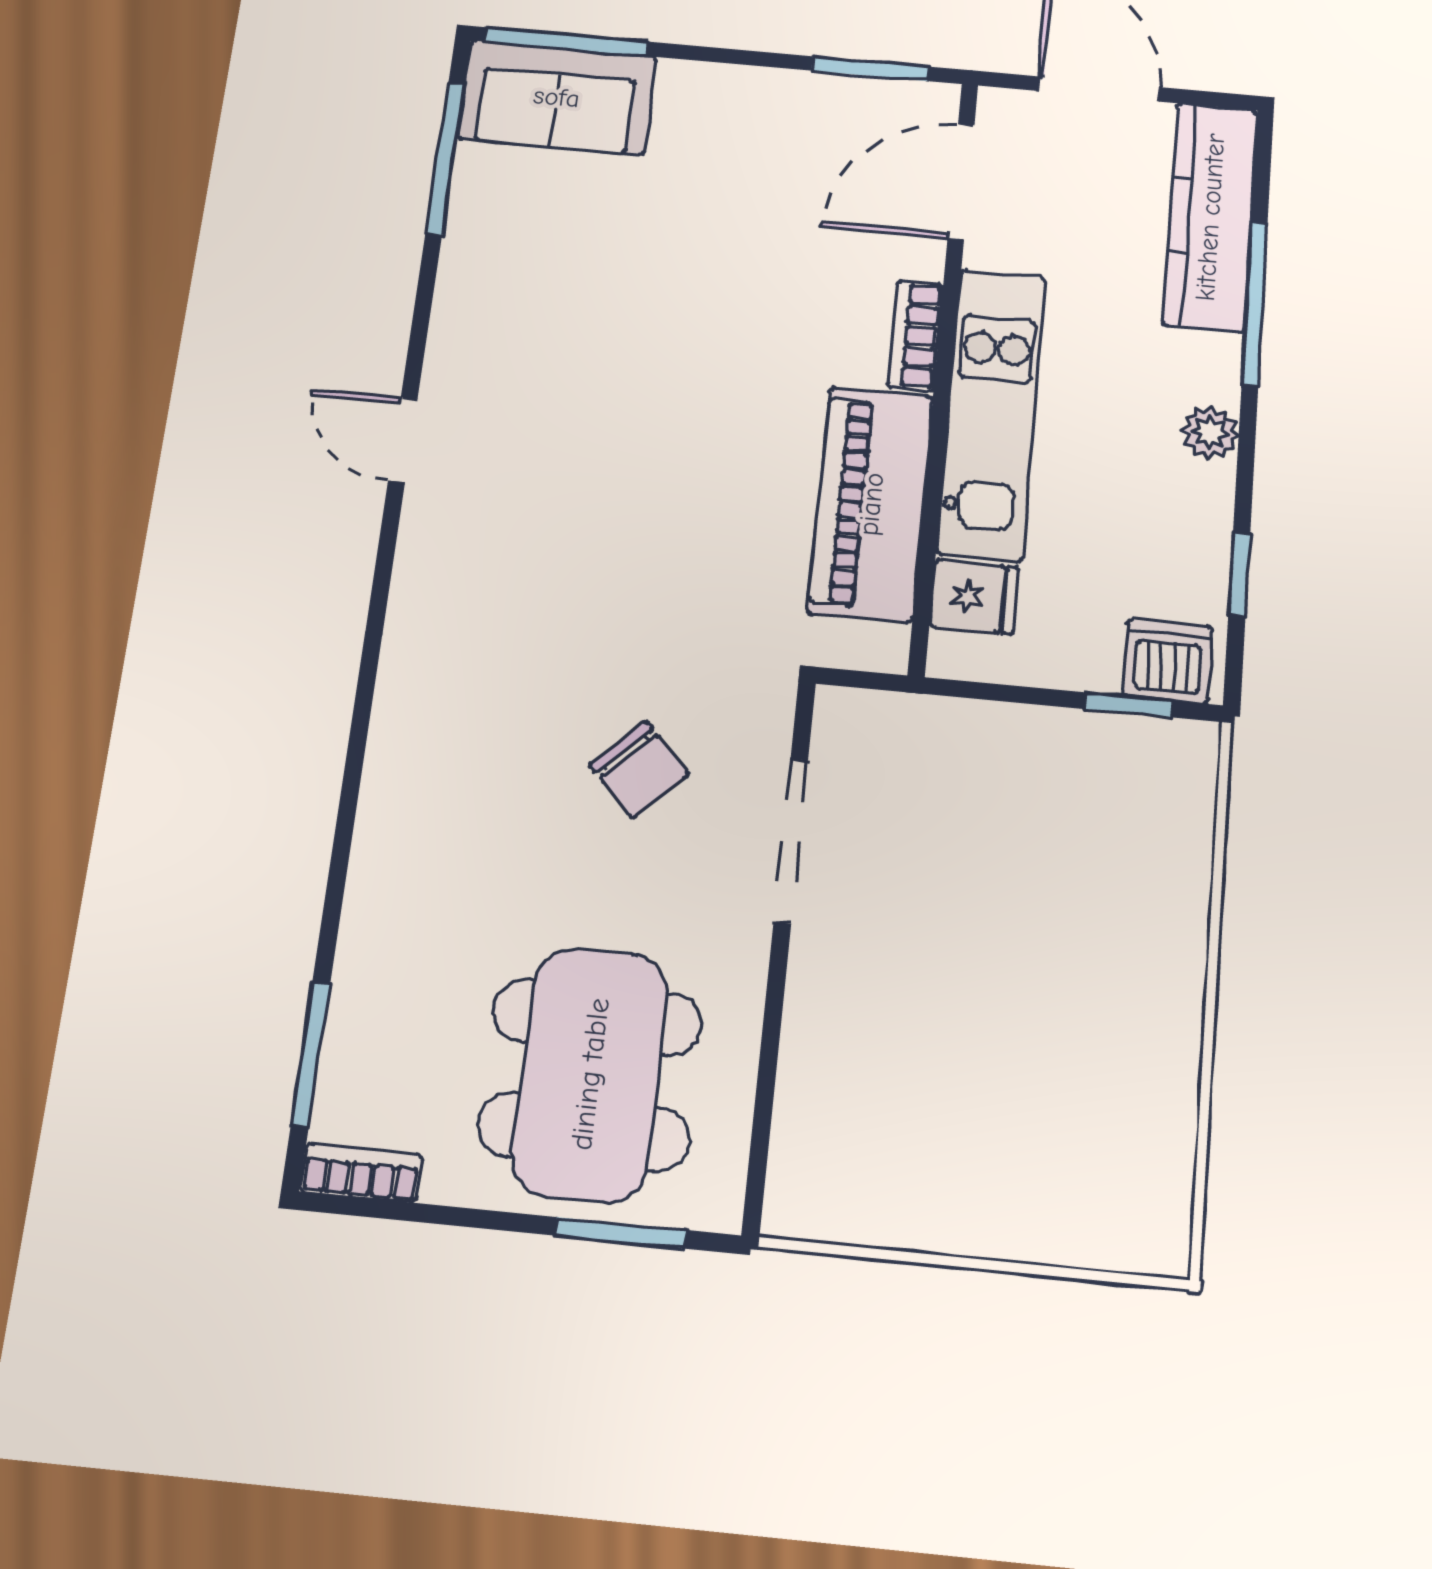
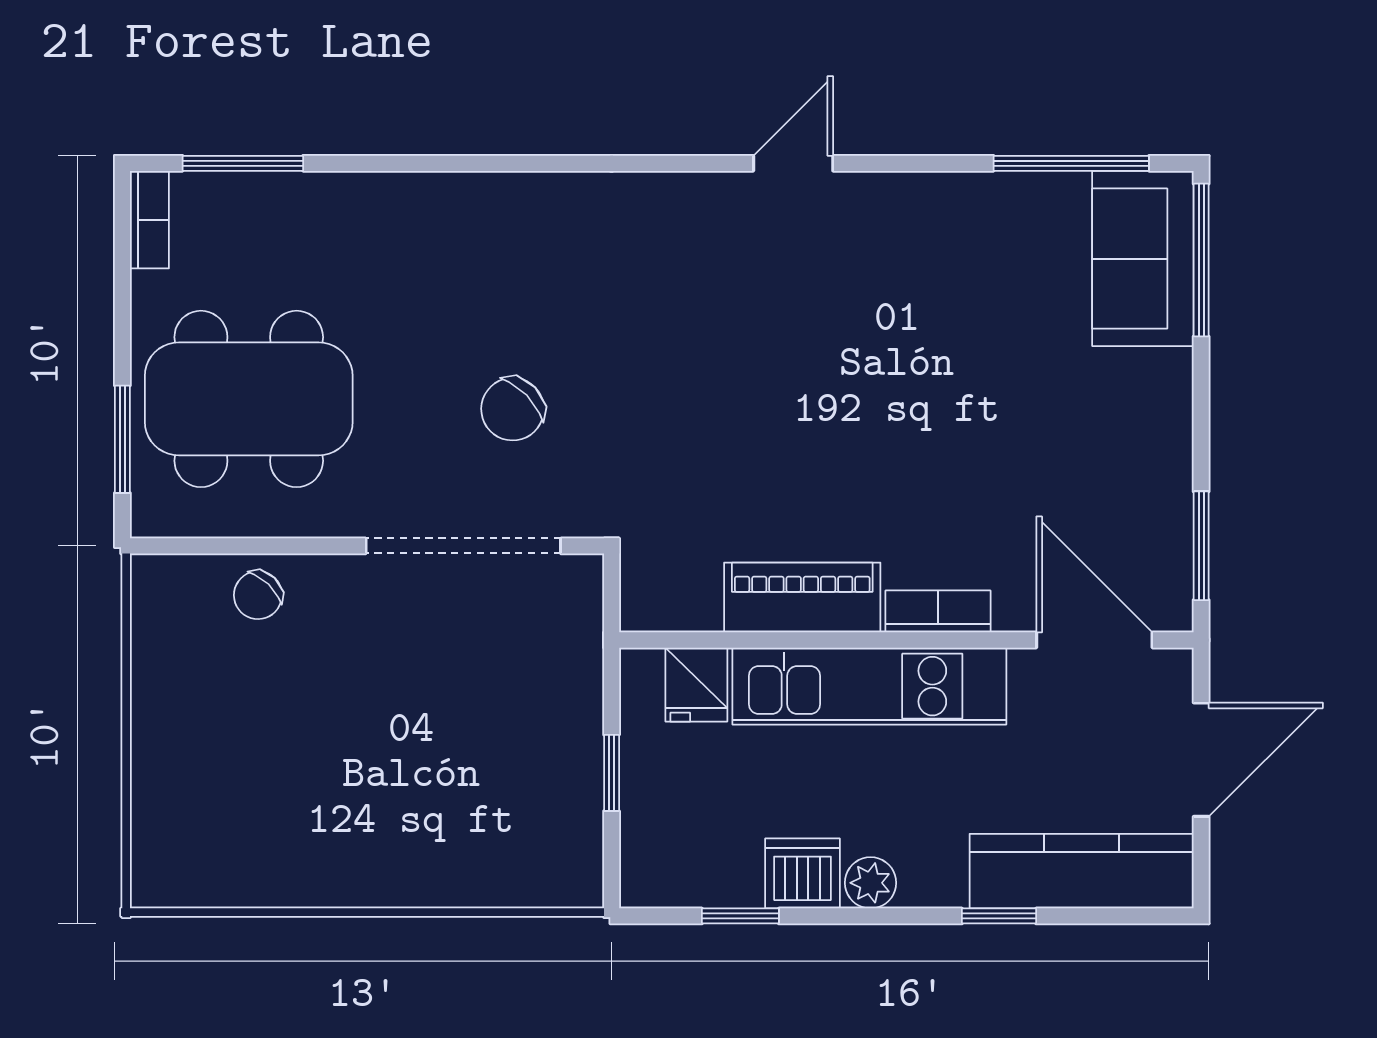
window: (1255, 304) -> (999, 916), width x0.46
piano: (871, 504) -> (802, 598), width x0.73, depth x0.75
dishwasher: (1168, 661) -> (802, 873), moved, turned -90
window: (1129, 705) -> (612, 773), moved
doorway: (791, 841) -> (463, 546), width x1.36
chair: (825, 1086) -> (258, 595), added

